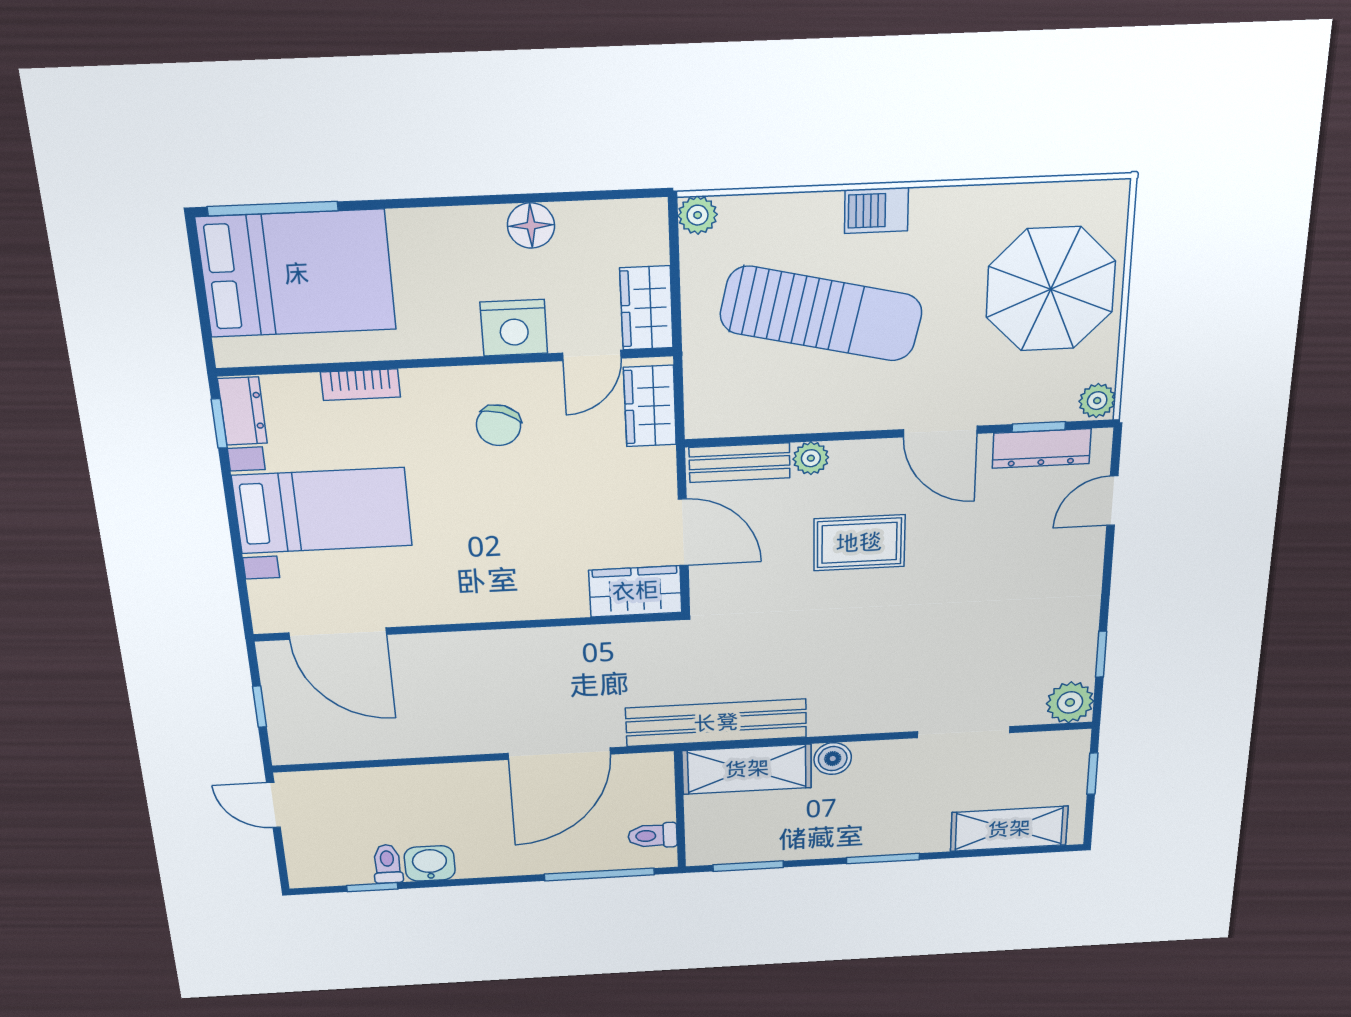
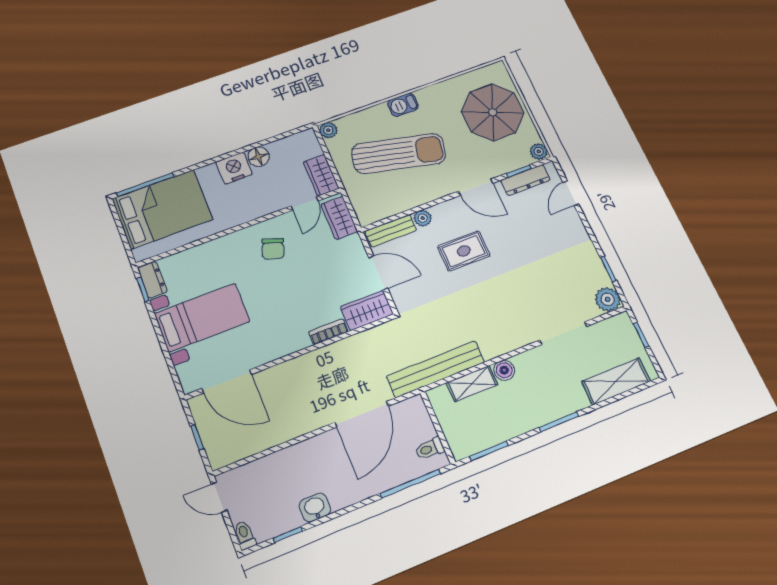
nightstand: (514, 328) -> (234, 168), moved, turned 180
bookcase: (361, 385) -> (328, 332), moved, turned 180
shelving: (747, 769) -> (472, 384), width x0.67, depth x0.75
toilet: (387, 864) -> (245, 535), moved

